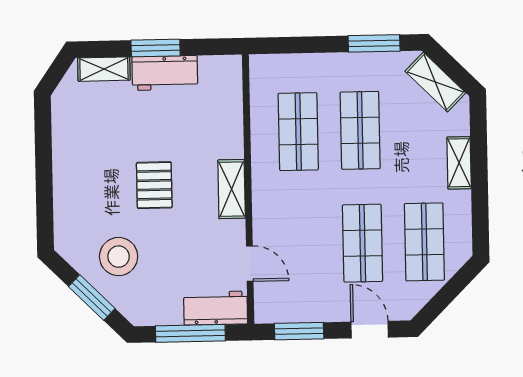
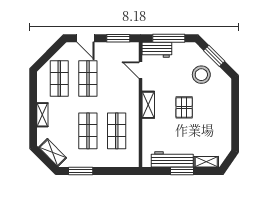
workbench: (165, 73) -> (172, 159), width x1.38

